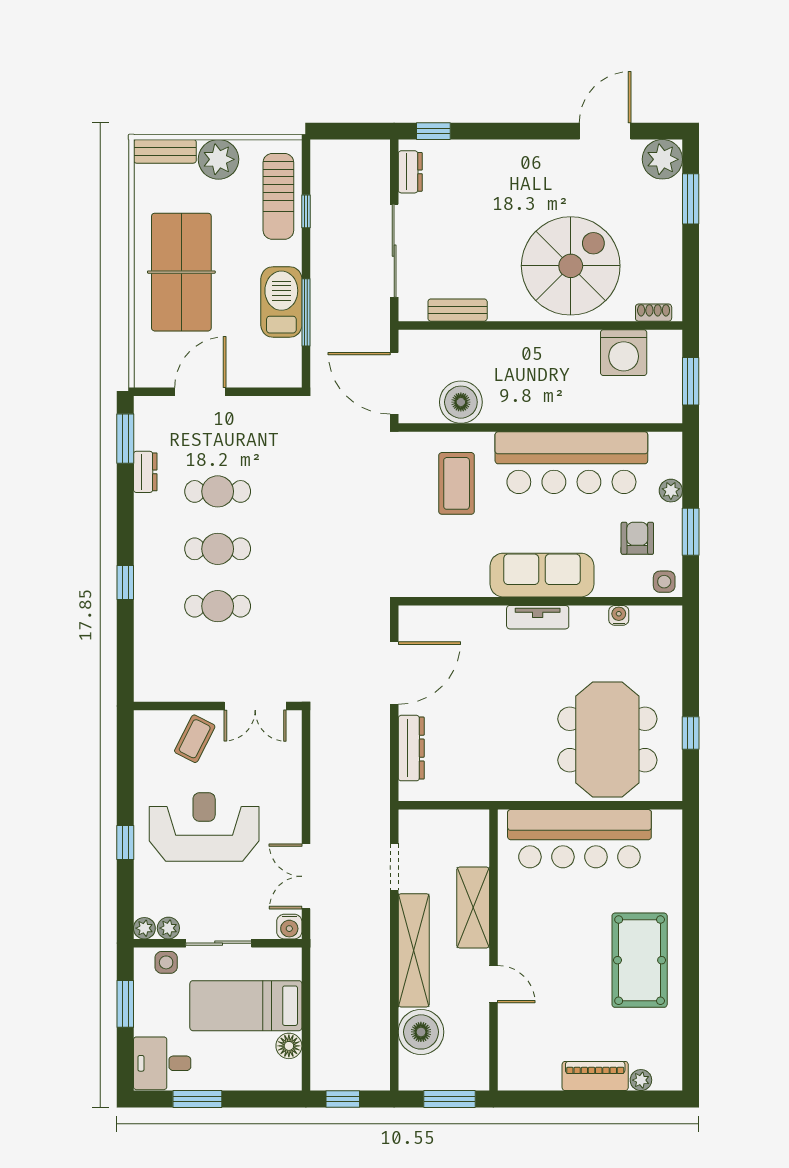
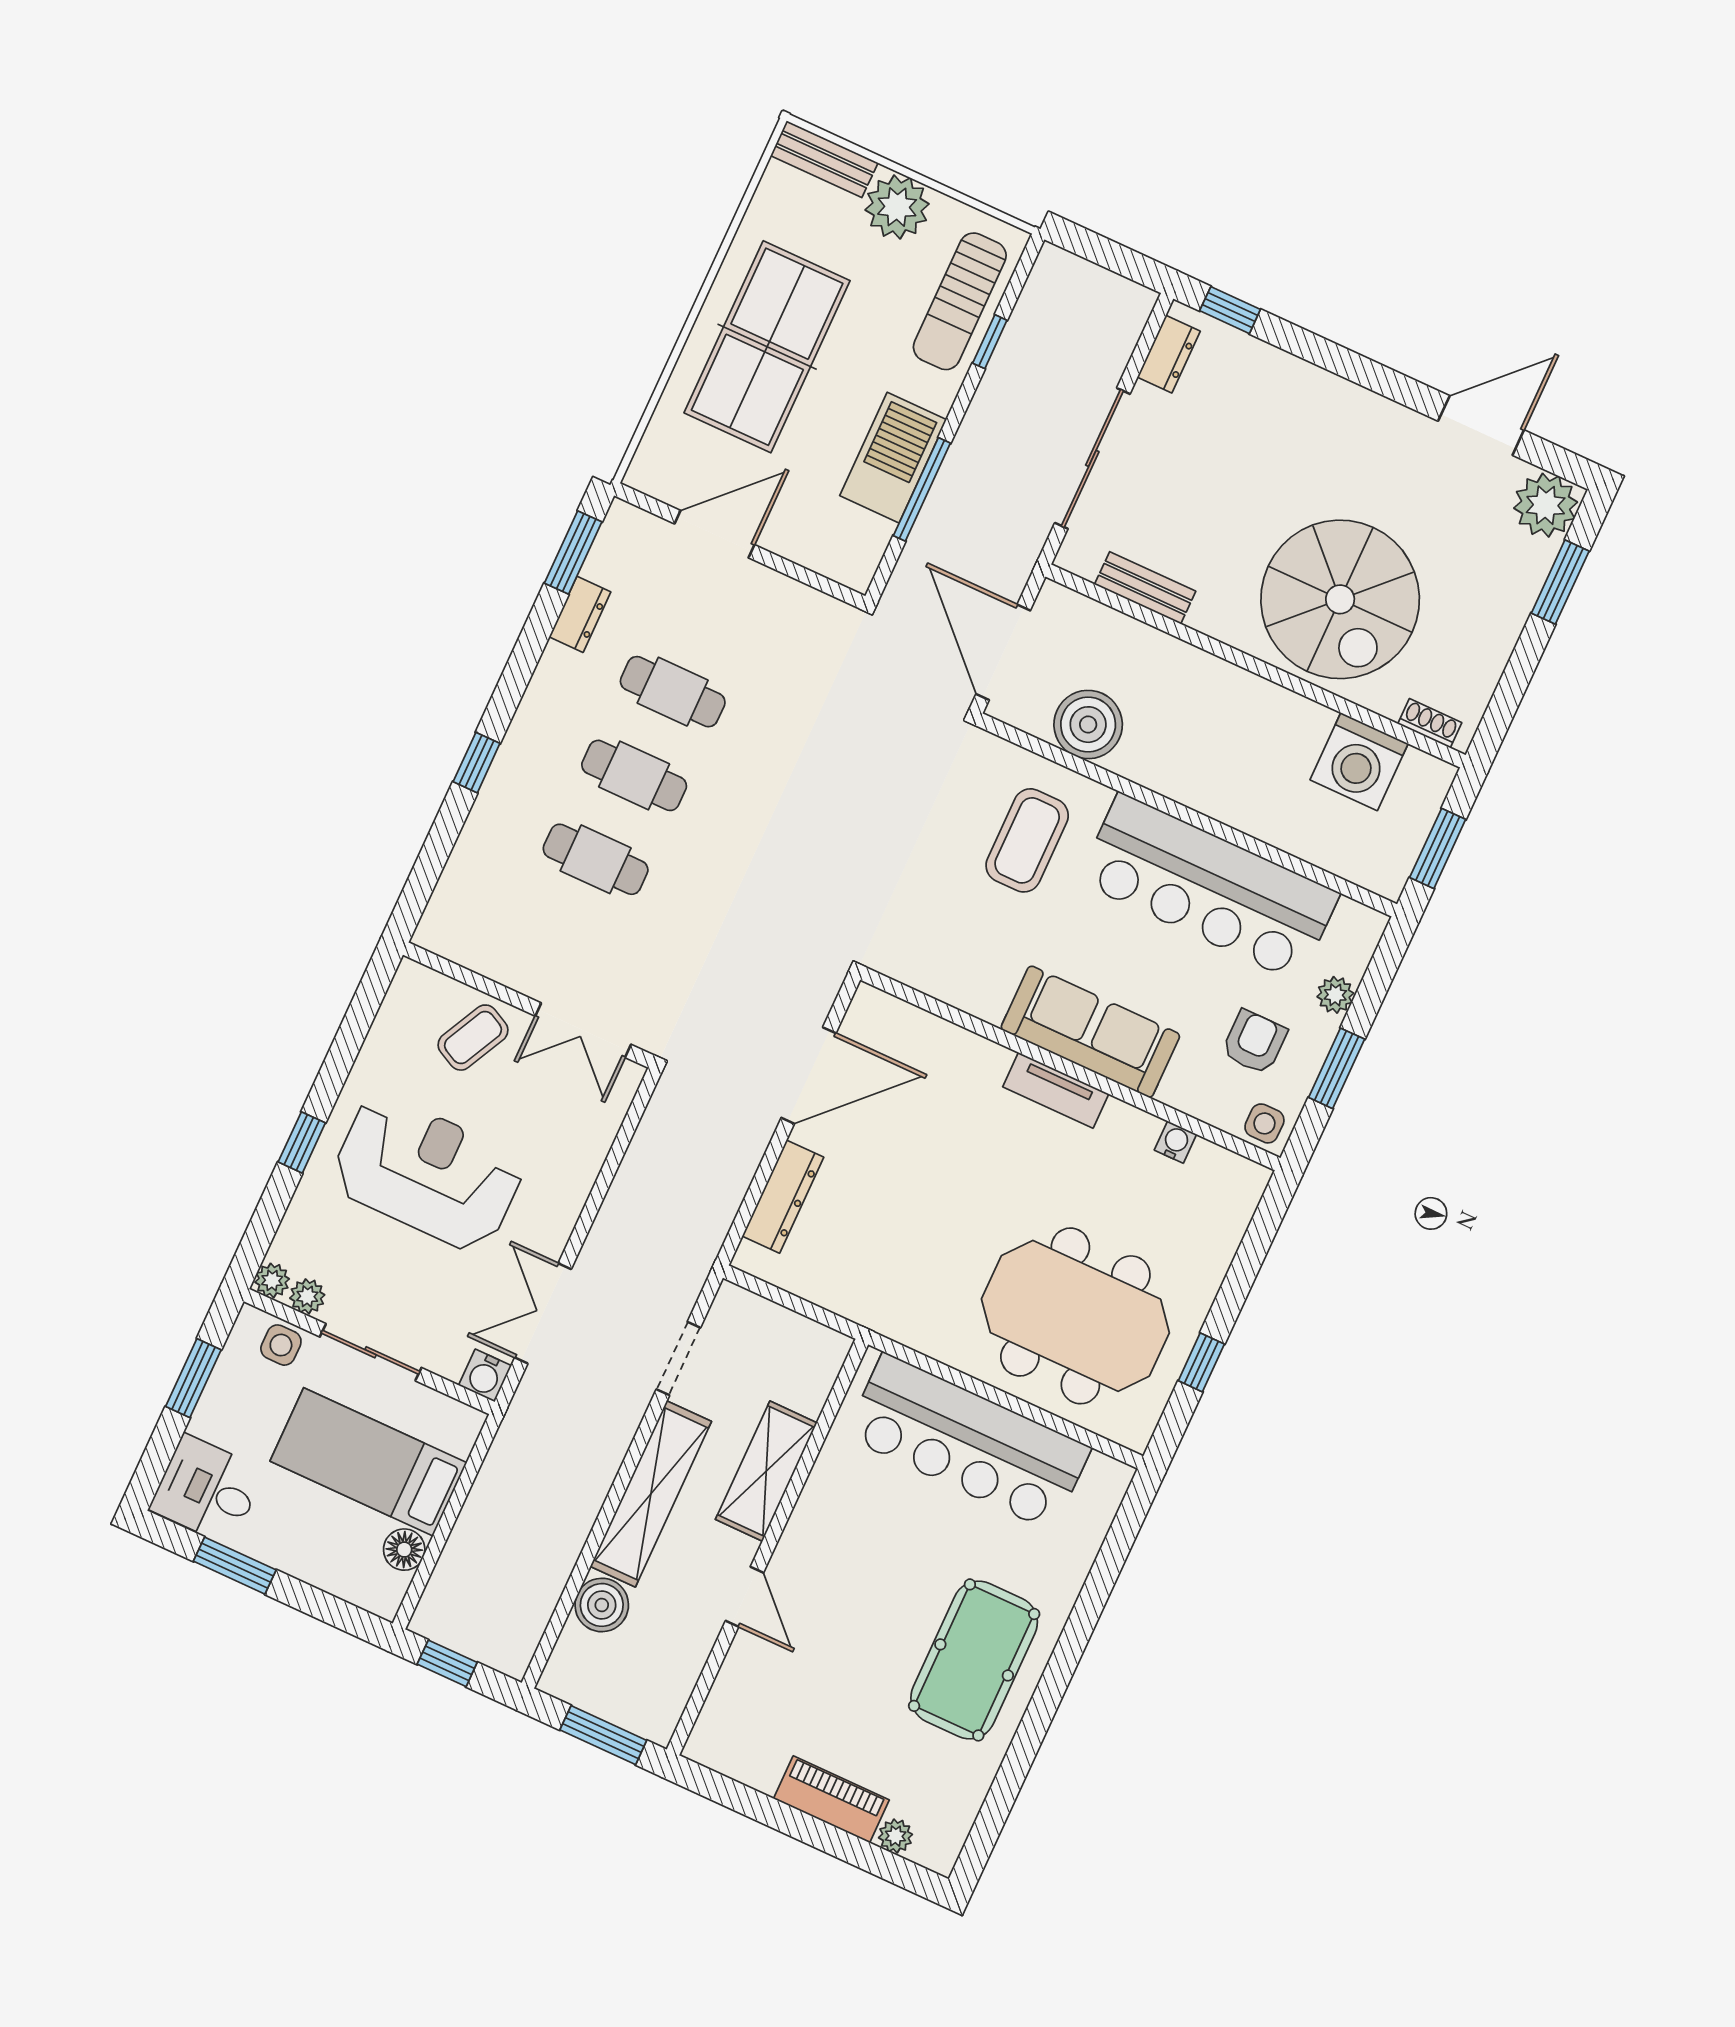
spiral stairs: (571, 266) -> (1340, 599), turned 90
meeting table: (607, 739) -> (1075, 1316), turned 90
boiler: (421, 1032) -> (602, 1605), width x0.73, depth x0.73

